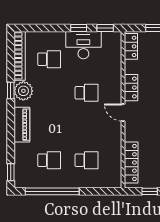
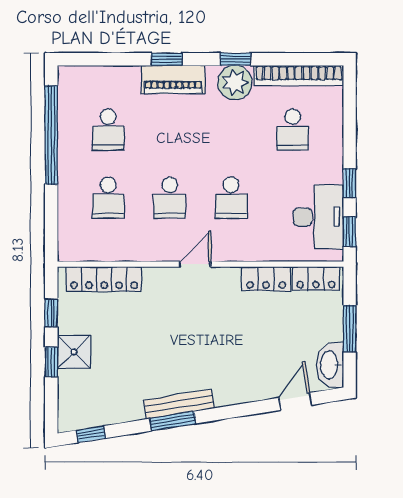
desk: (83, 45) -> (318, 217), moved
locker: (131, 88) -> (266, 279), moved
school desk: (86, 127) -> (170, 198), added
window: (11, 172) -> (167, 59), moved

